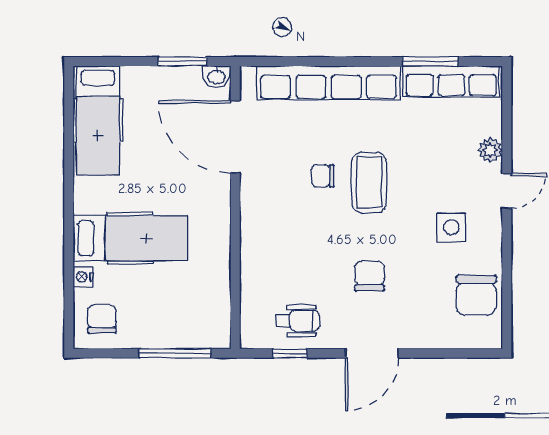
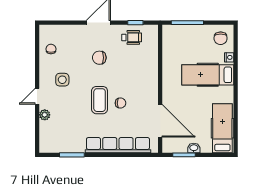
washbasin: (216, 77) -> (194, 148), moved
row of seats: (451, 81) -> (62, 146), removed
chair: (370, 276) -> (99, 58), turned 90
chair: (476, 295) -> (51, 49), width x0.54, depth x0.54
wheelchair: (298, 321) -> (132, 37), turned 180

